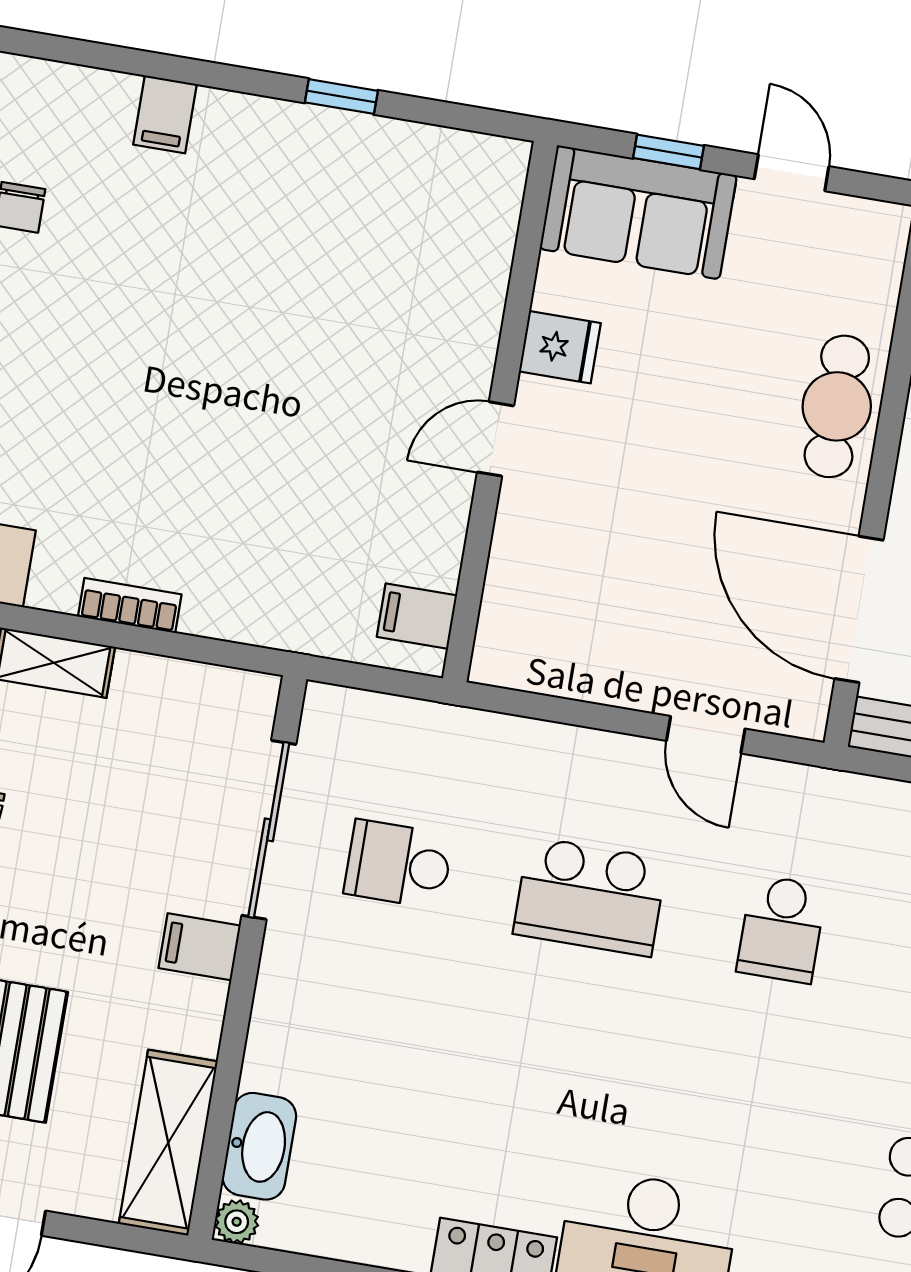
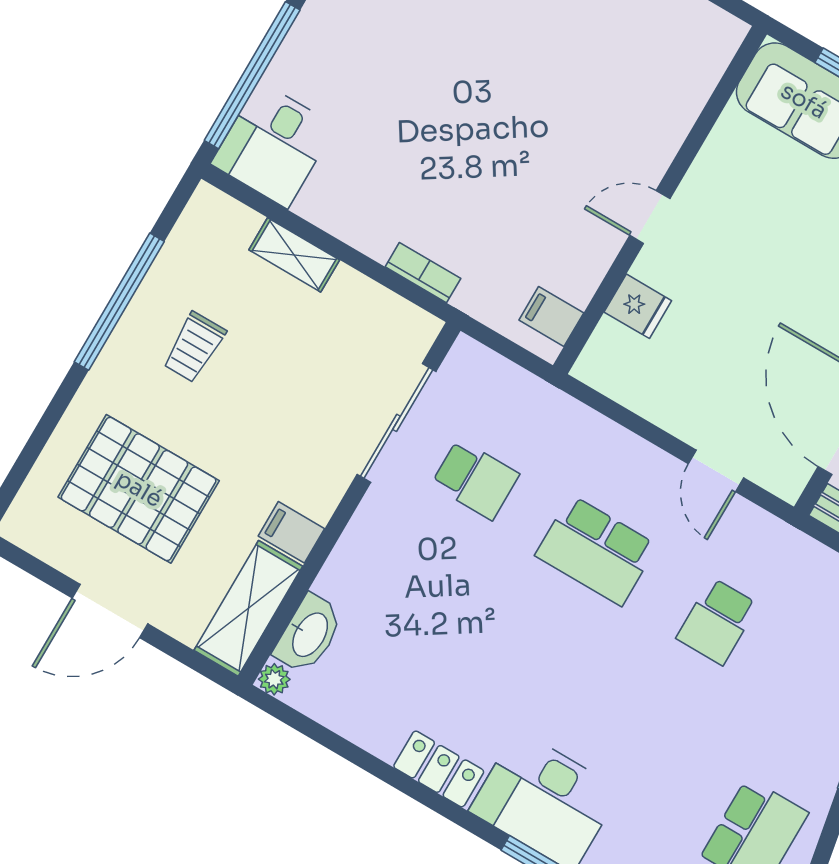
fridge: (560, 347) -> (638, 306), moved
bookcase: (130, 605) -> (423, 273), moved
school desk: (398, 864) -> (475, 479), turned 180
filing cabinet: (200, 947) -> (291, 532), moved

